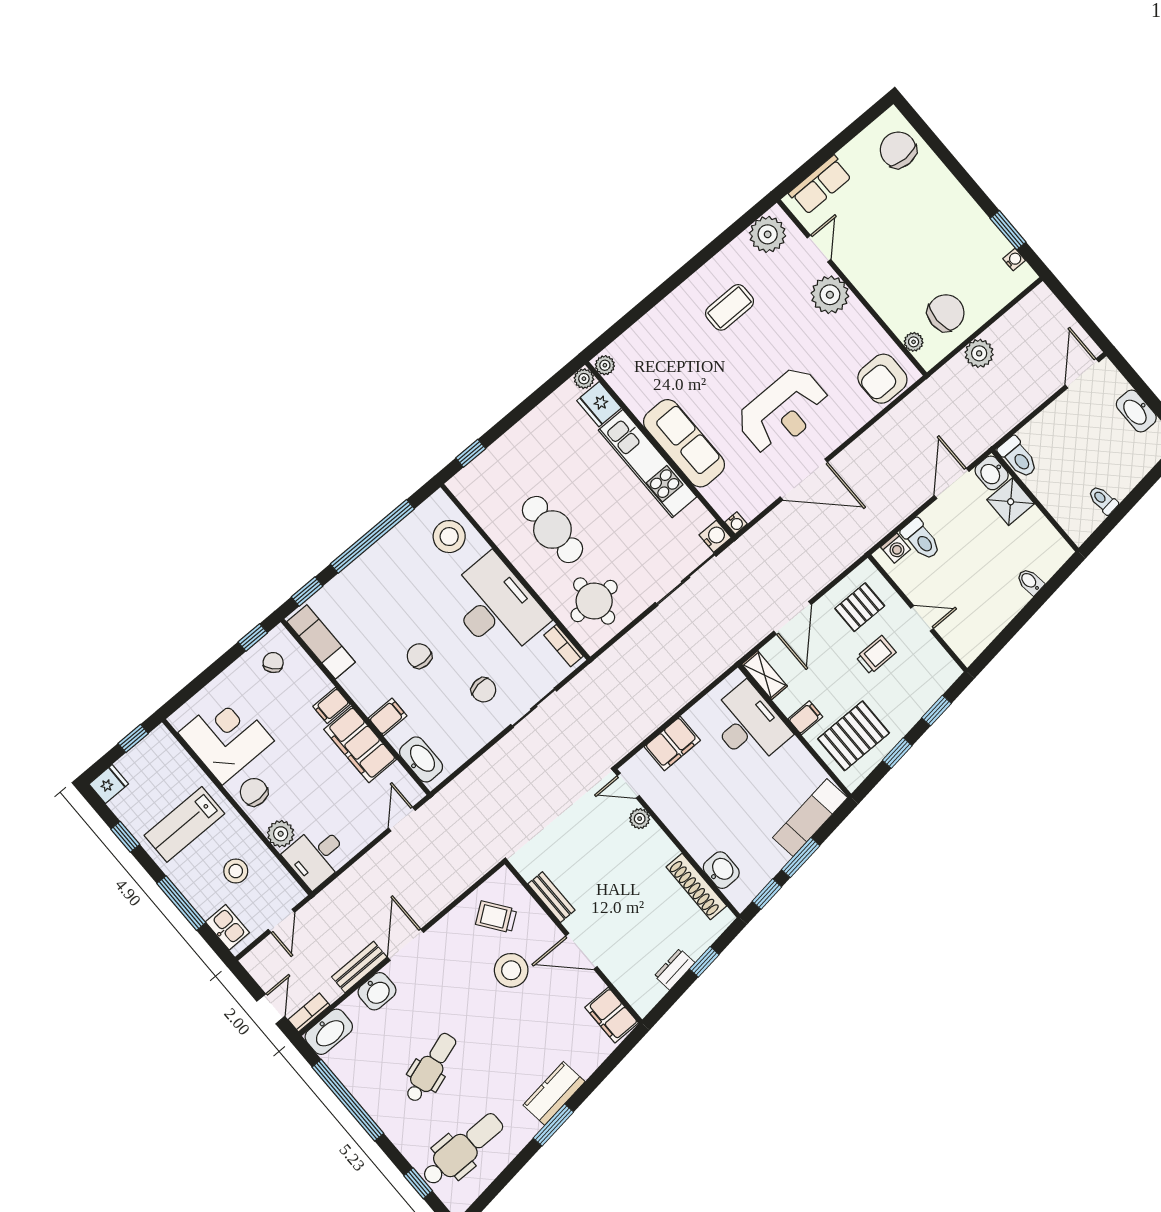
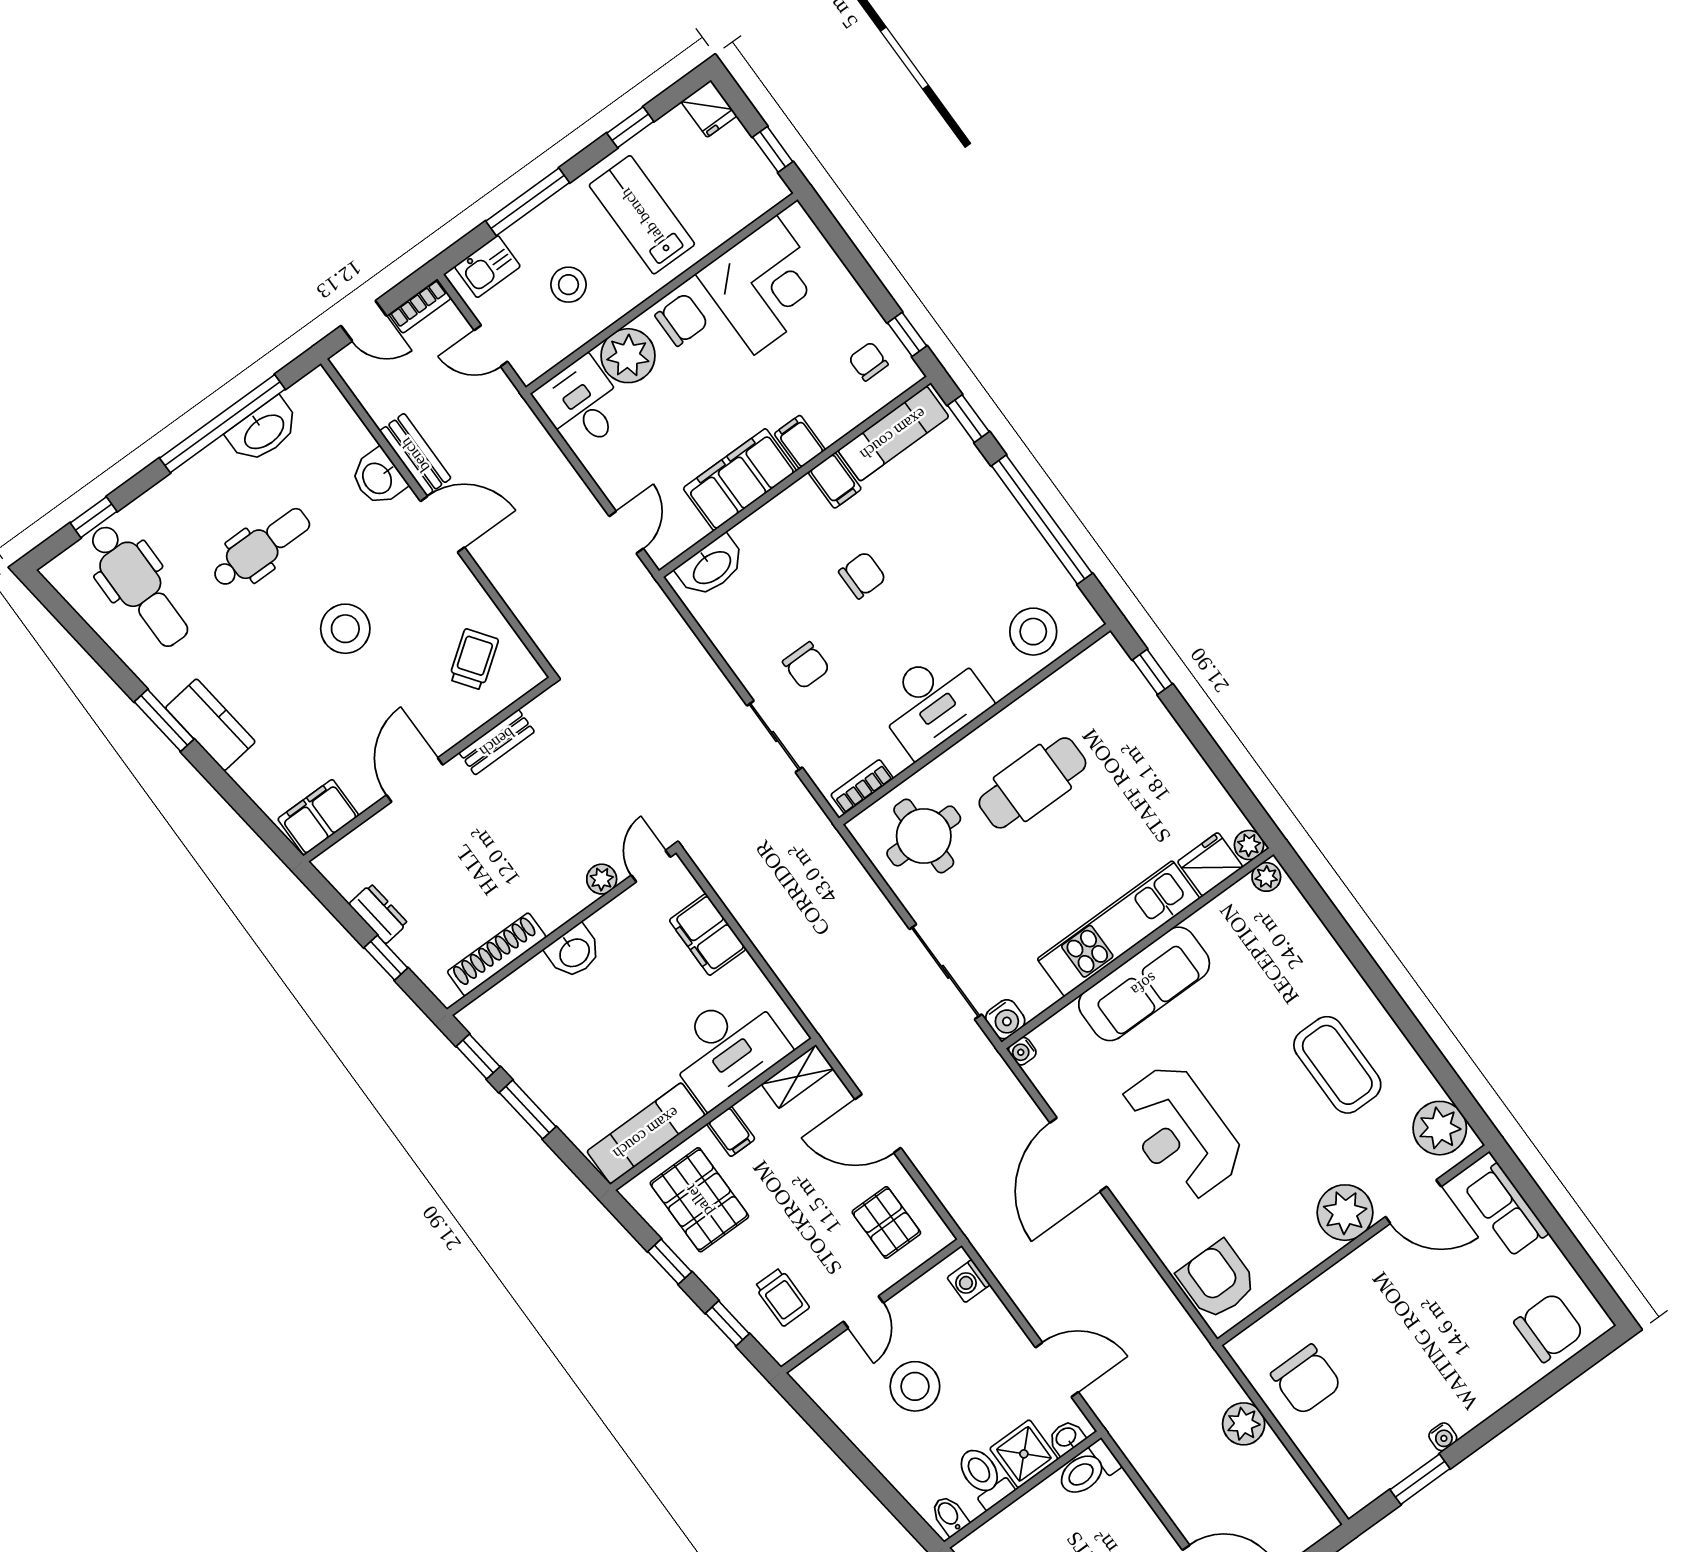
door: (819, 249) -> (1413, 1202), width x1.38
water cooler: (1014, 260) -> (1443, 1437), moved
coffee table: (730, 307) -> (1337, 1065), width x1.36, depth x1.32
plant: (914, 342) -> (1267, 1329), removed
washbasin: (992, 473) -> (1066, 1438), width x0.72, depth x0.69
toilet: (921, 539) -> (984, 1477), moved, turned 90
stool: (970, 579) -> (915, 1386), added
bidet: (1030, 581) -> (949, 1516), moved, turned -83
desk: (496, 607) -> (933, 702), width x0.73, depth x0.77
trolley: (876, 655) -> (782, 1297), moved
chair: (273, 663) -> (868, 361), turned -138
chair: (484, 690) -> (806, 665), turned -83
filing cabinet: (388, 717) -> (835, 481), moved
exam couch: (810, 818) -> (646, 1133), moved, turned -83
door: (402, 819) -> (626, 532), hinge flipped
plant: (281, 834) -> (628, 356), width x1.36, depth x1.36
washbasin: (721, 870) -> (574, 952), moved
stool: (511, 970) -> (345, 629), moved
bookcase: (309, 1012) -> (420, 306), moved, turned 90
washbasin: (329, 1032) -> (263, 431), moved, turned -90
dental chair: (431, 1068) -> (261, 548), turned -72

